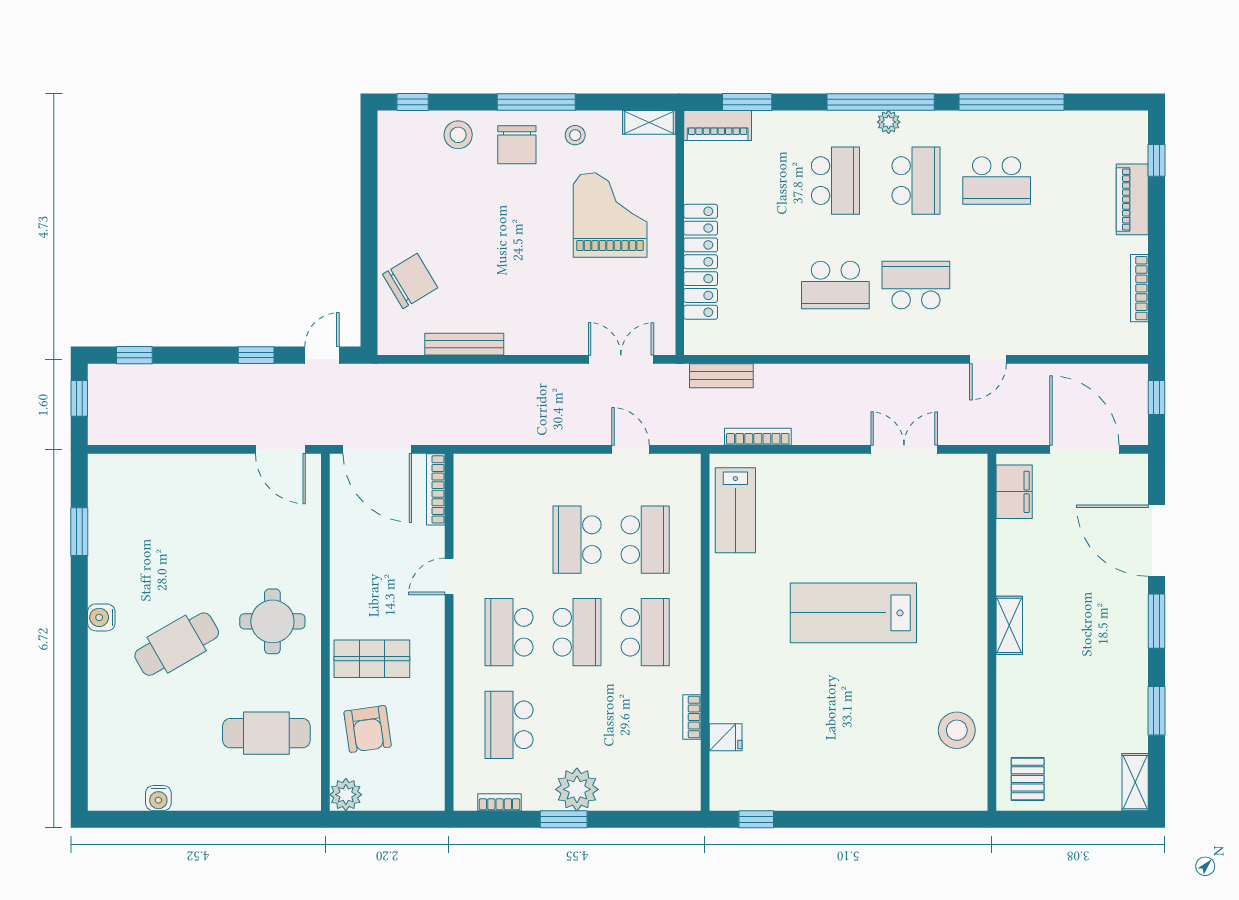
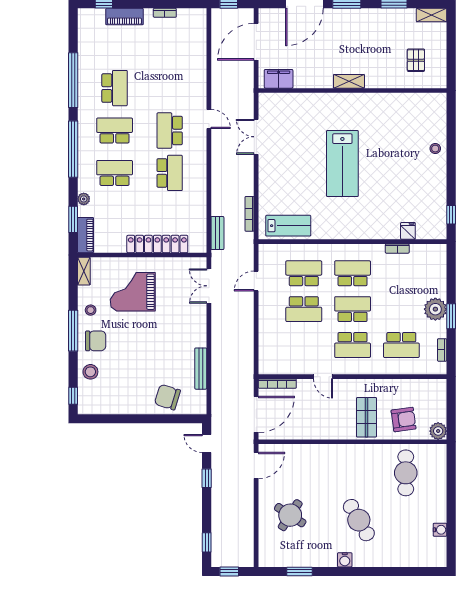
plant: (889, 122) -> (84, 199), moved
chair: (410, 281) -> (167, 397), turned -42
bookcase: (1139, 288) -> (165, 13), width x0.64
door: (988, 359) -> (209, 119), moved
round table: (272, 621) -> (290, 515), moved, turned 33
stool: (957, 730) -> (435, 149), moved, width x0.53, depth x0.53
pallet: (1028, 779) -> (416, 60), moved, turned 90

